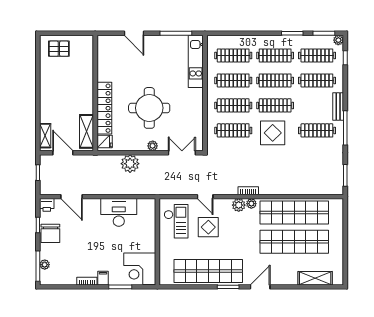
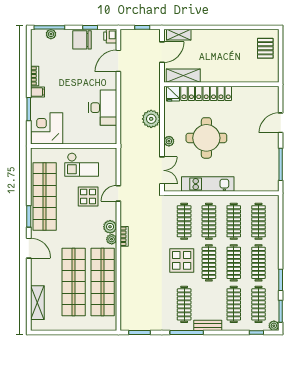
kitchen unit: (196, 61) -> (208, 184), moved
checkout: (176, 221) -> (82, 165), moved

